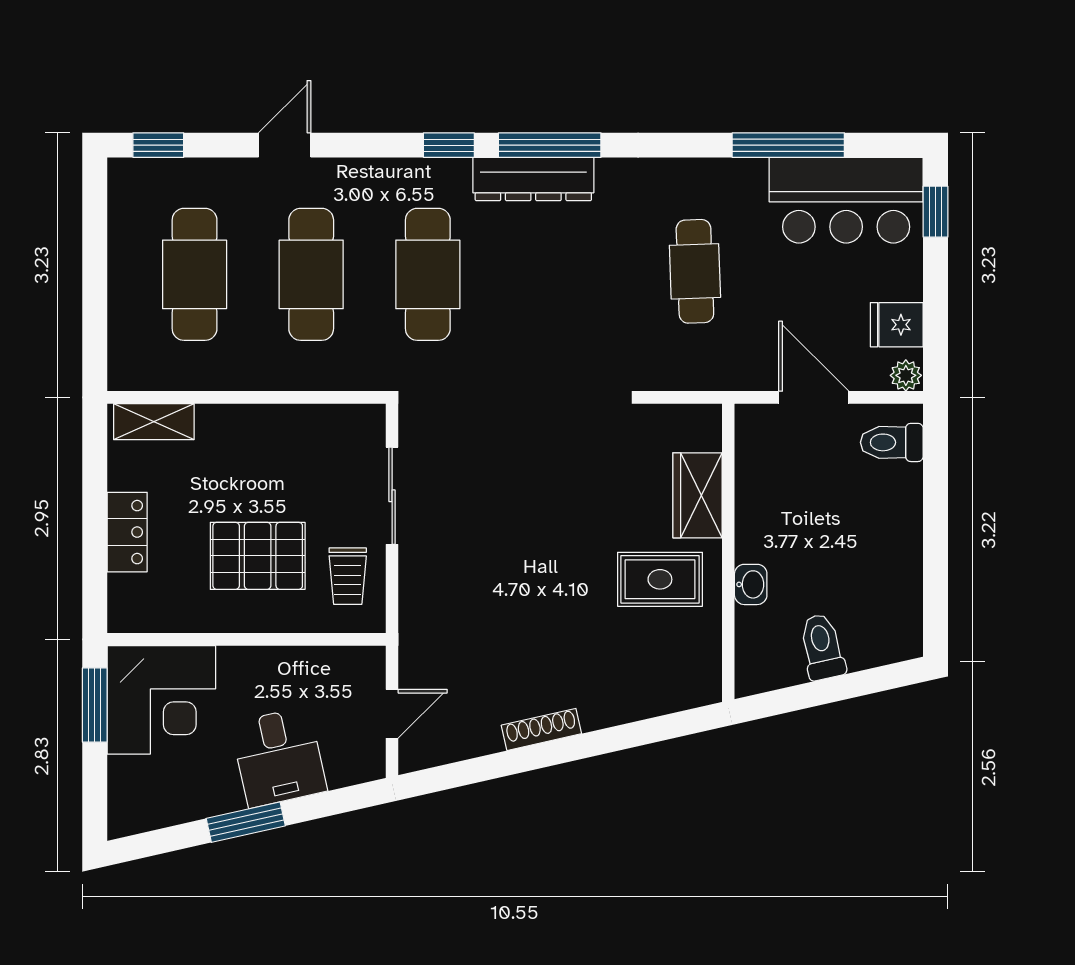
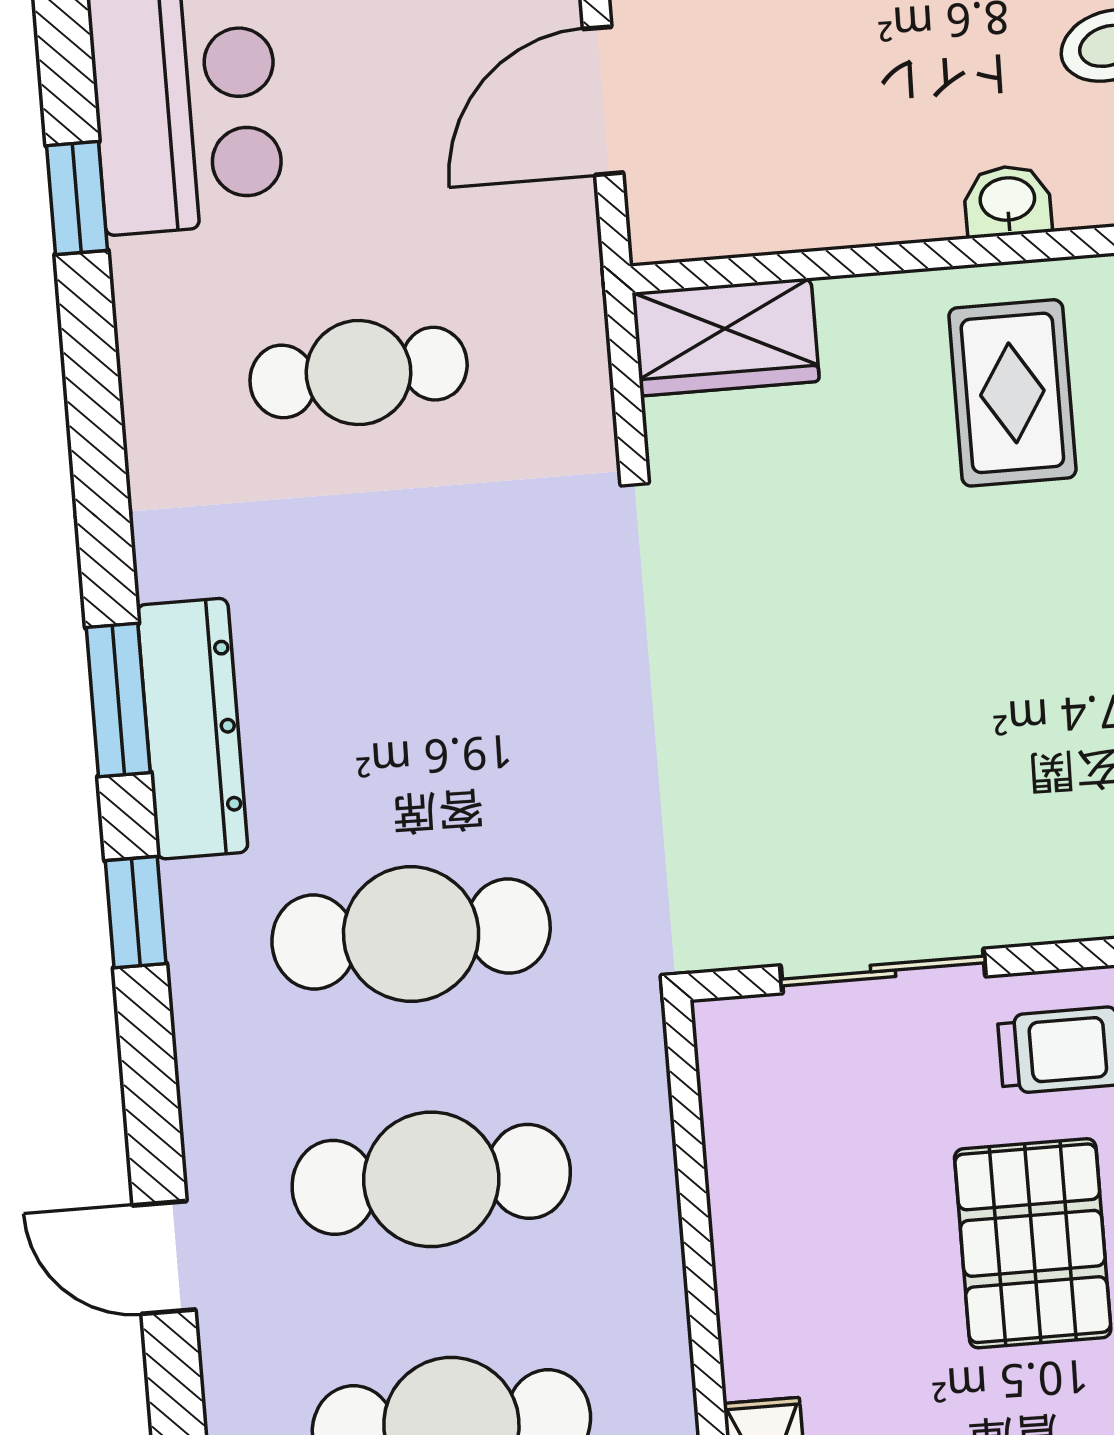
window: (550, 145) -> (118, 700), width x0.69
window: (788, 145) -> (77, 198), width x0.46
wardrobe: (698, 495) -> (726, 337), moved

